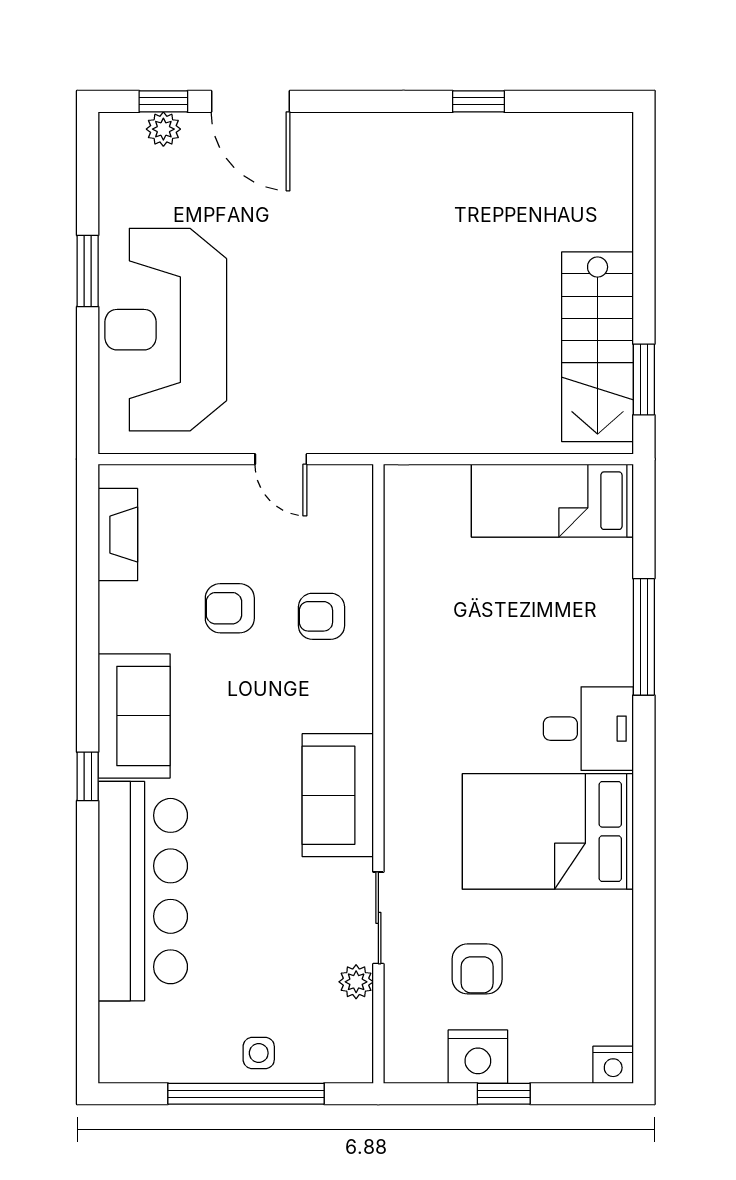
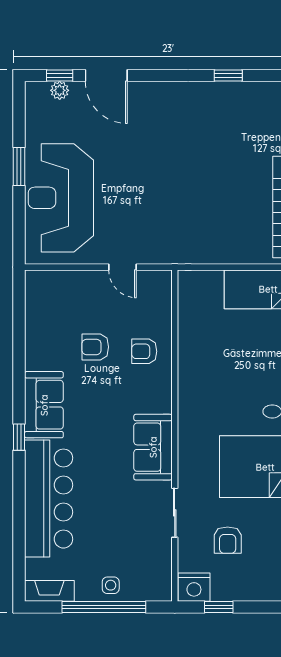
fireplace: (118, 535) -> (49, 591), moved, turned -90
plant: (356, 982) -> (163, 547), removed
nightstand: (478, 1057) -> (194, 587), moved
window: (504, 1094) -> (219, 607), moved

